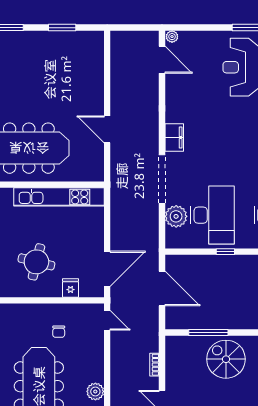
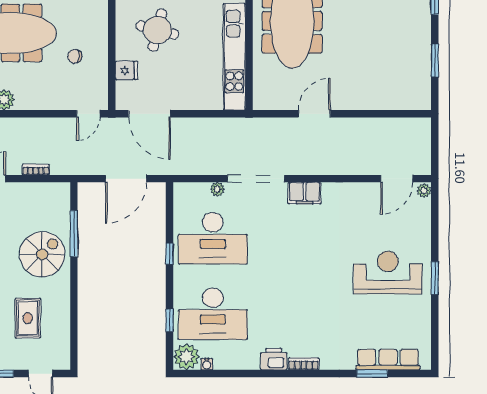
plant: (176, 216) -> (217, 189), width x0.53, depth x0.53

